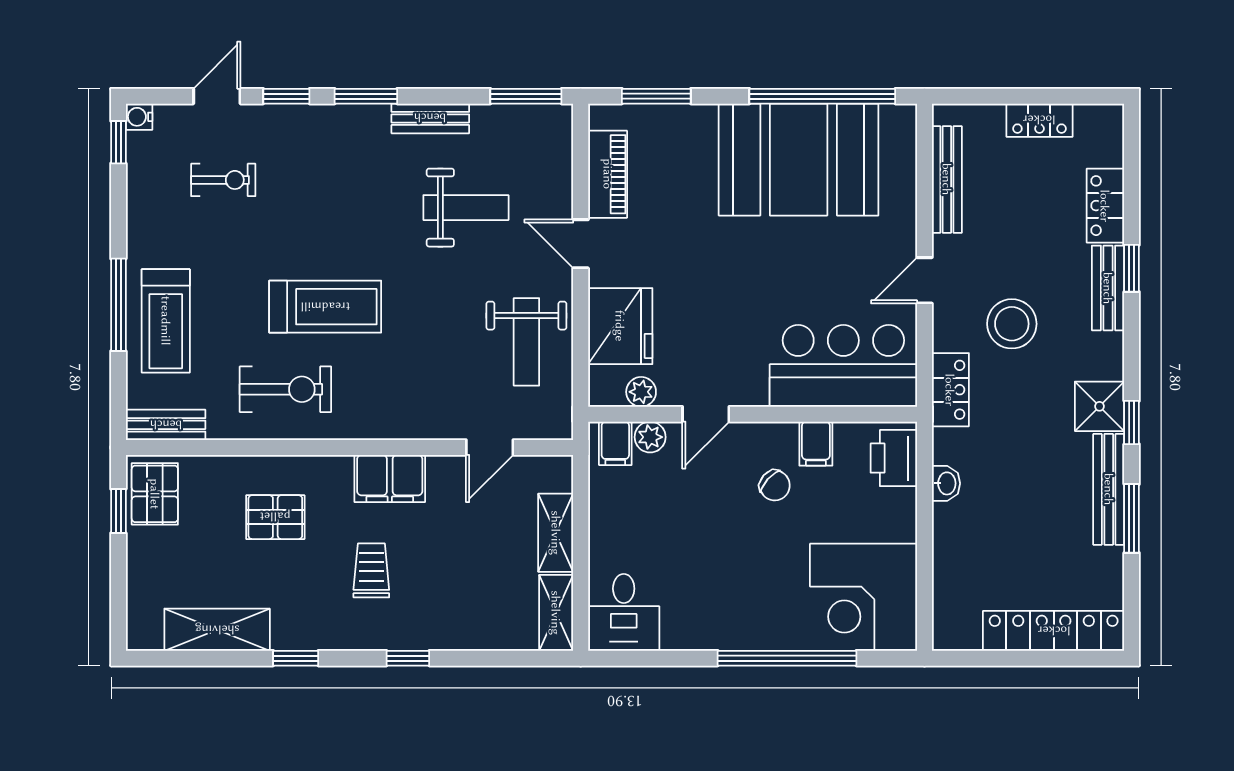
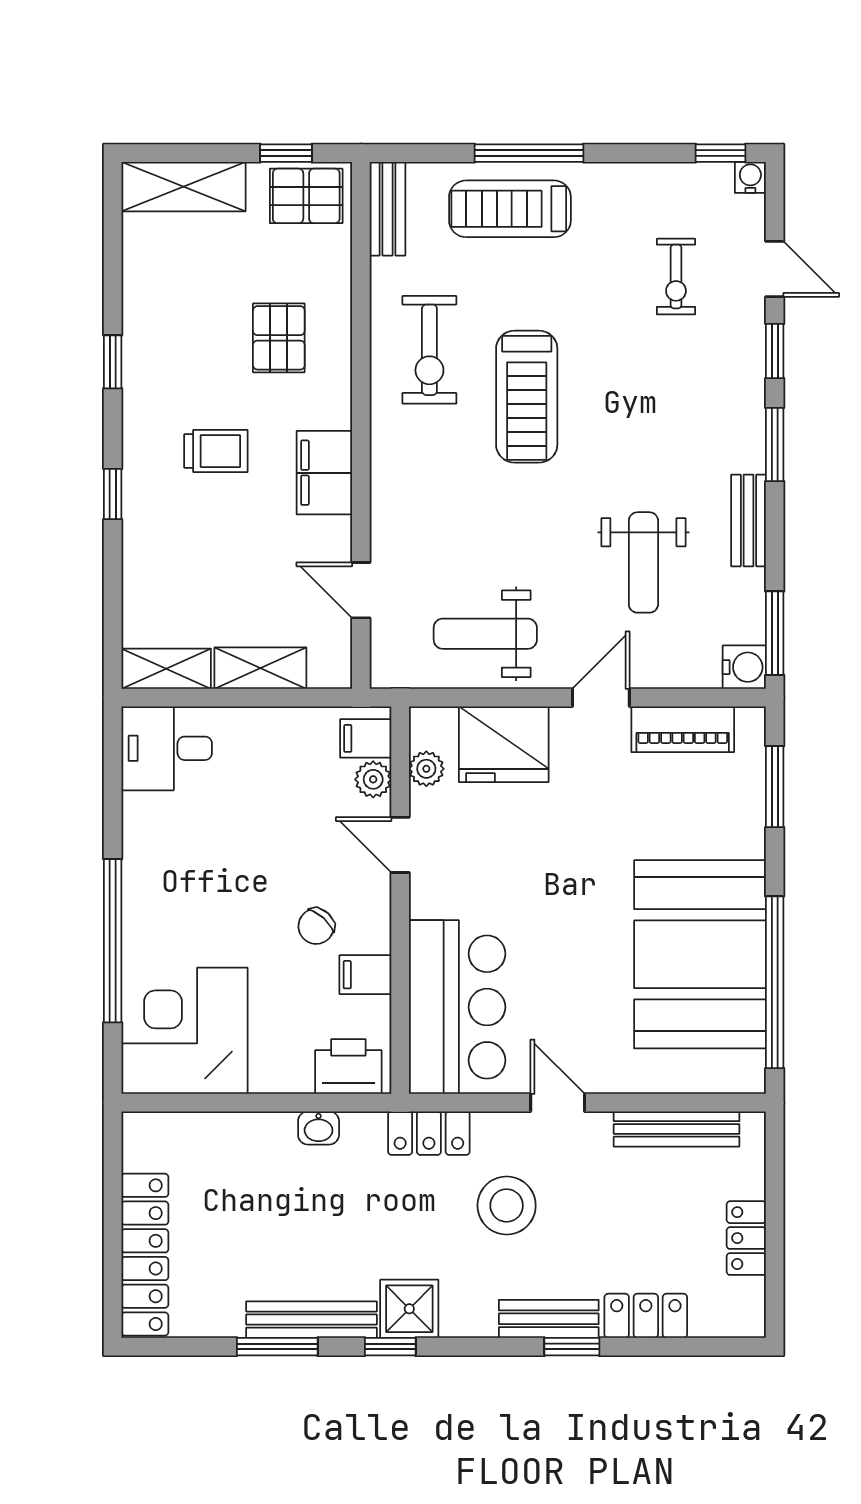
water cooler: (555, 122) -> (744, 667), added
shelving: (217, 630) -> (183, 187), moved, turned 90

